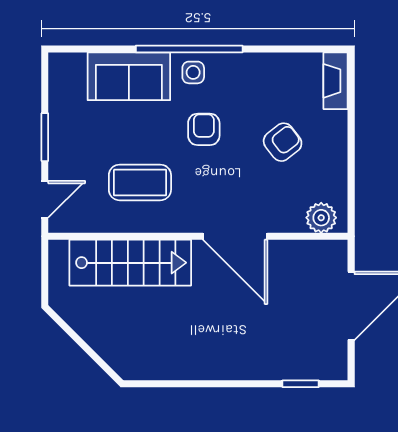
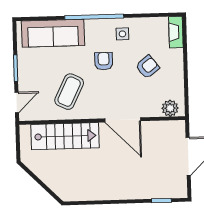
side table: (193, 72) -> (122, 34), moved
sofa: (129, 76) -> (53, 33), width x1.36
coffee table: (140, 182) -> (69, 92), turned -64

